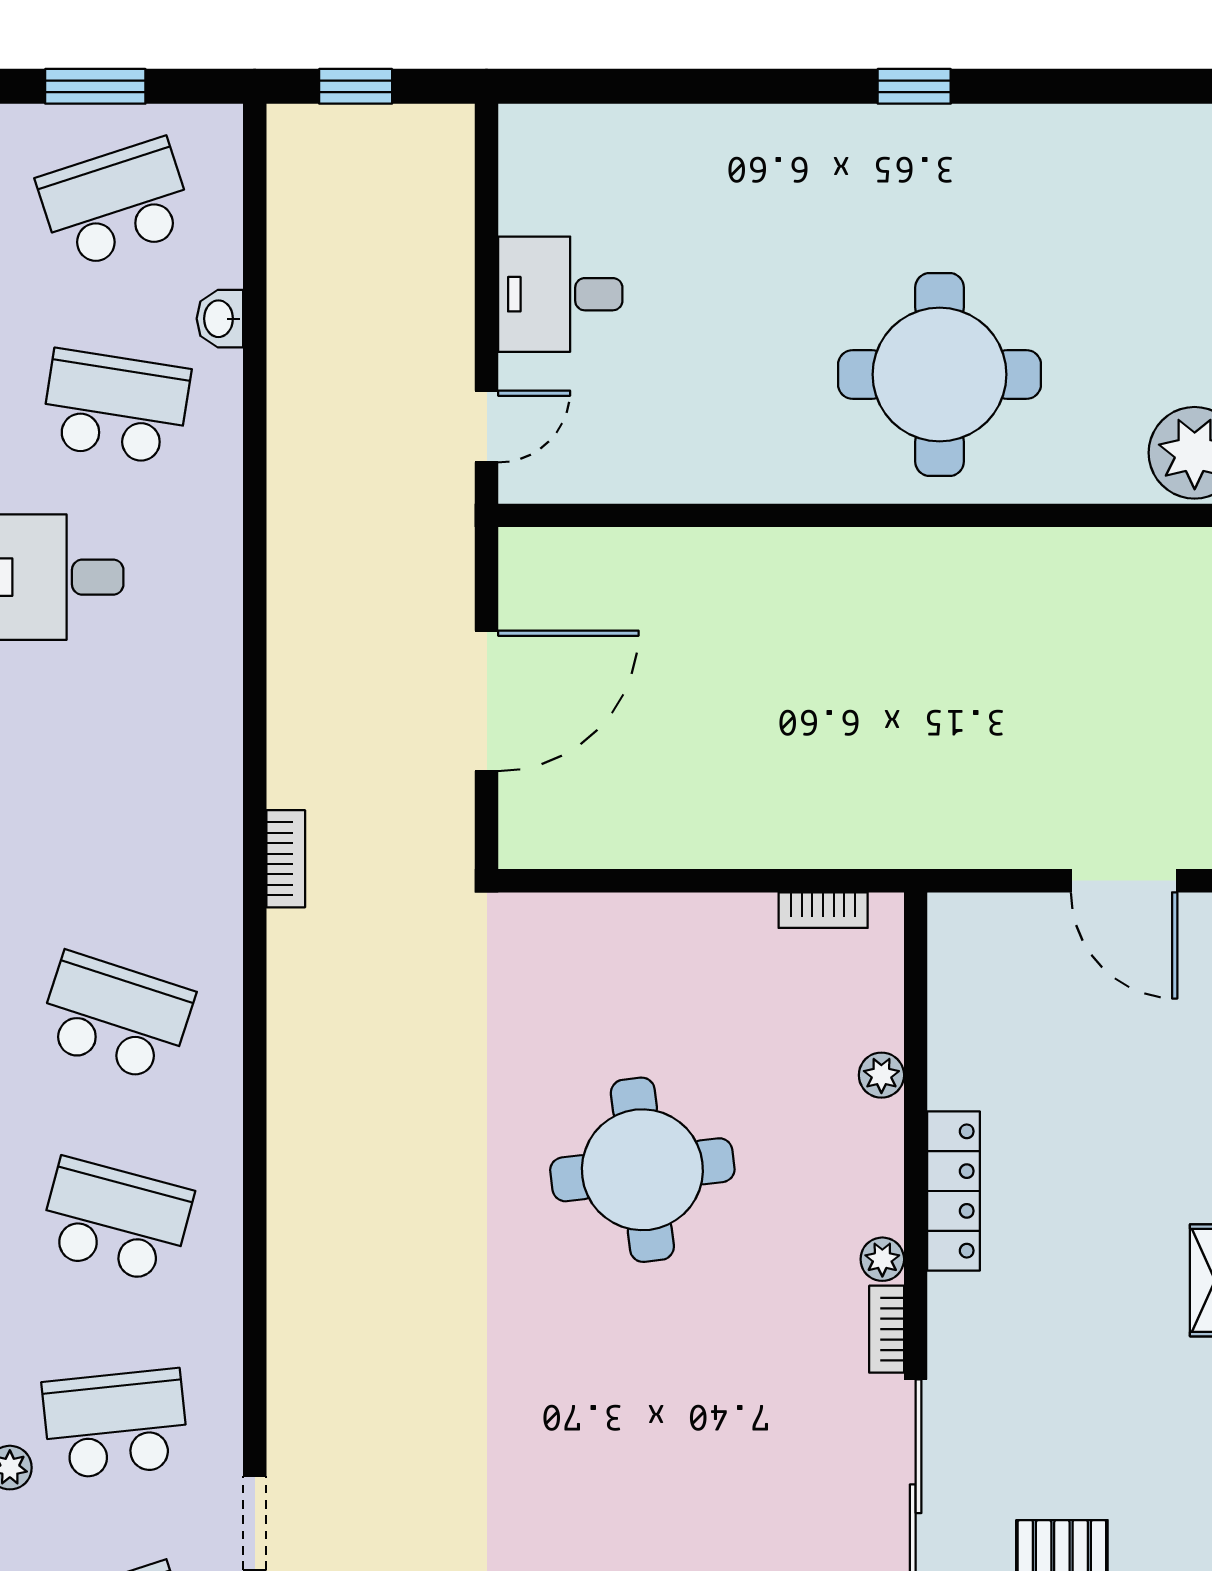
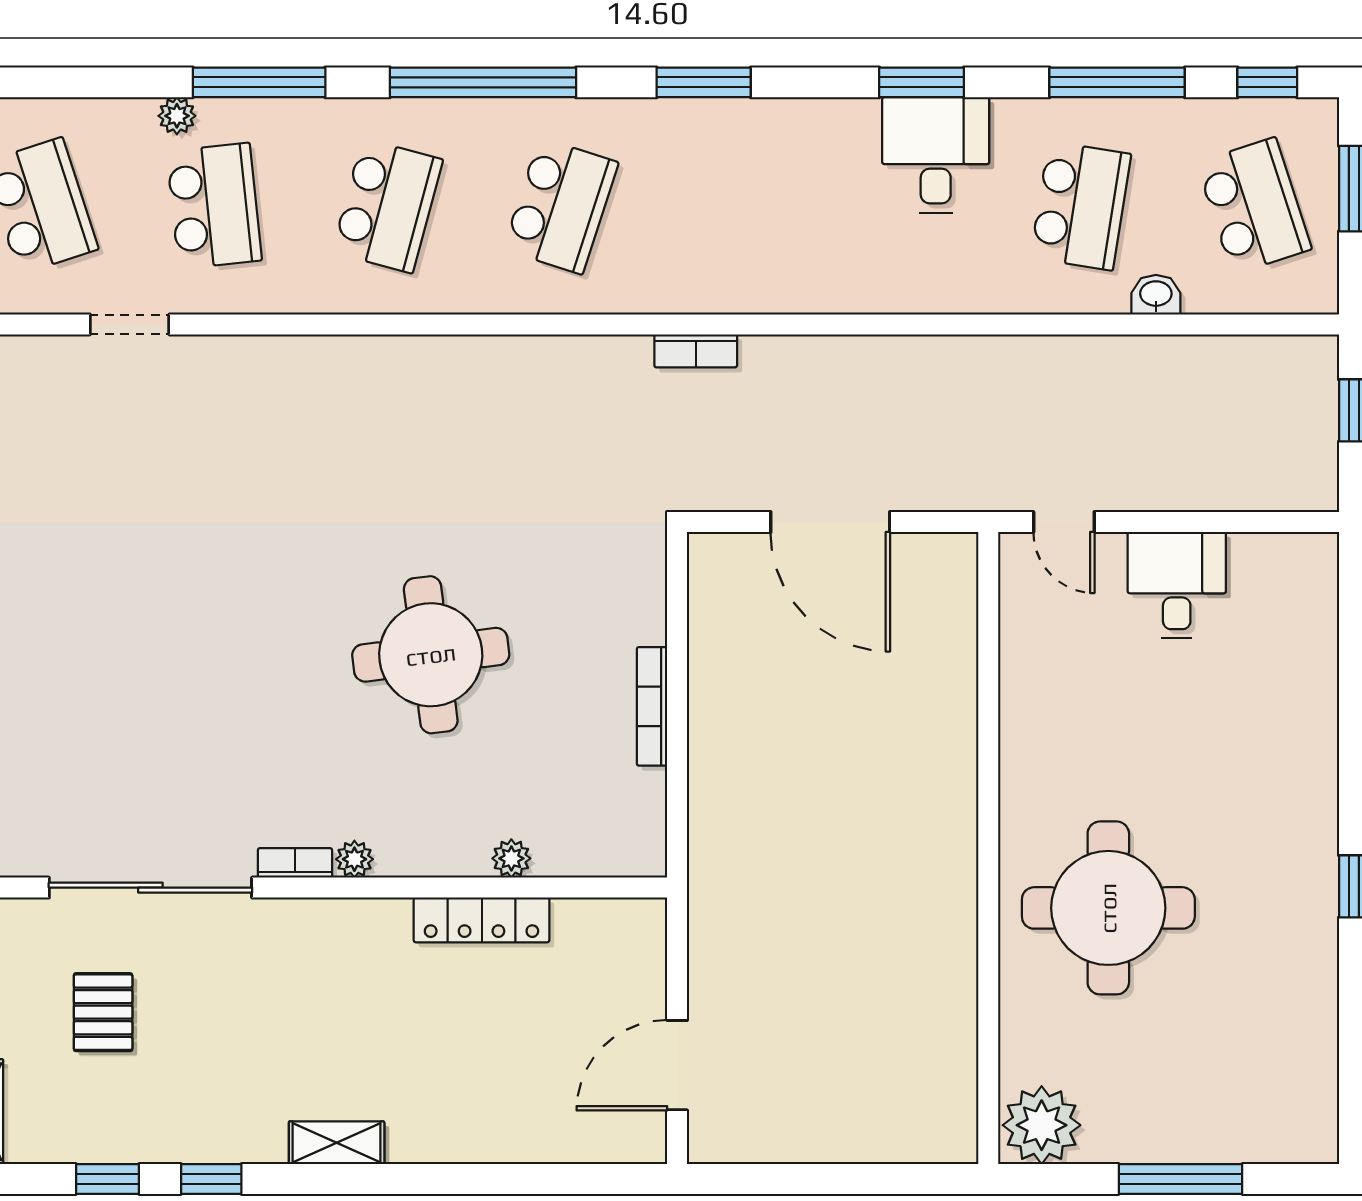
bookcase: (823, 910) -> (652, 706), moved, width x1.56
locker: (954, 1191) -> (482, 920), moved

